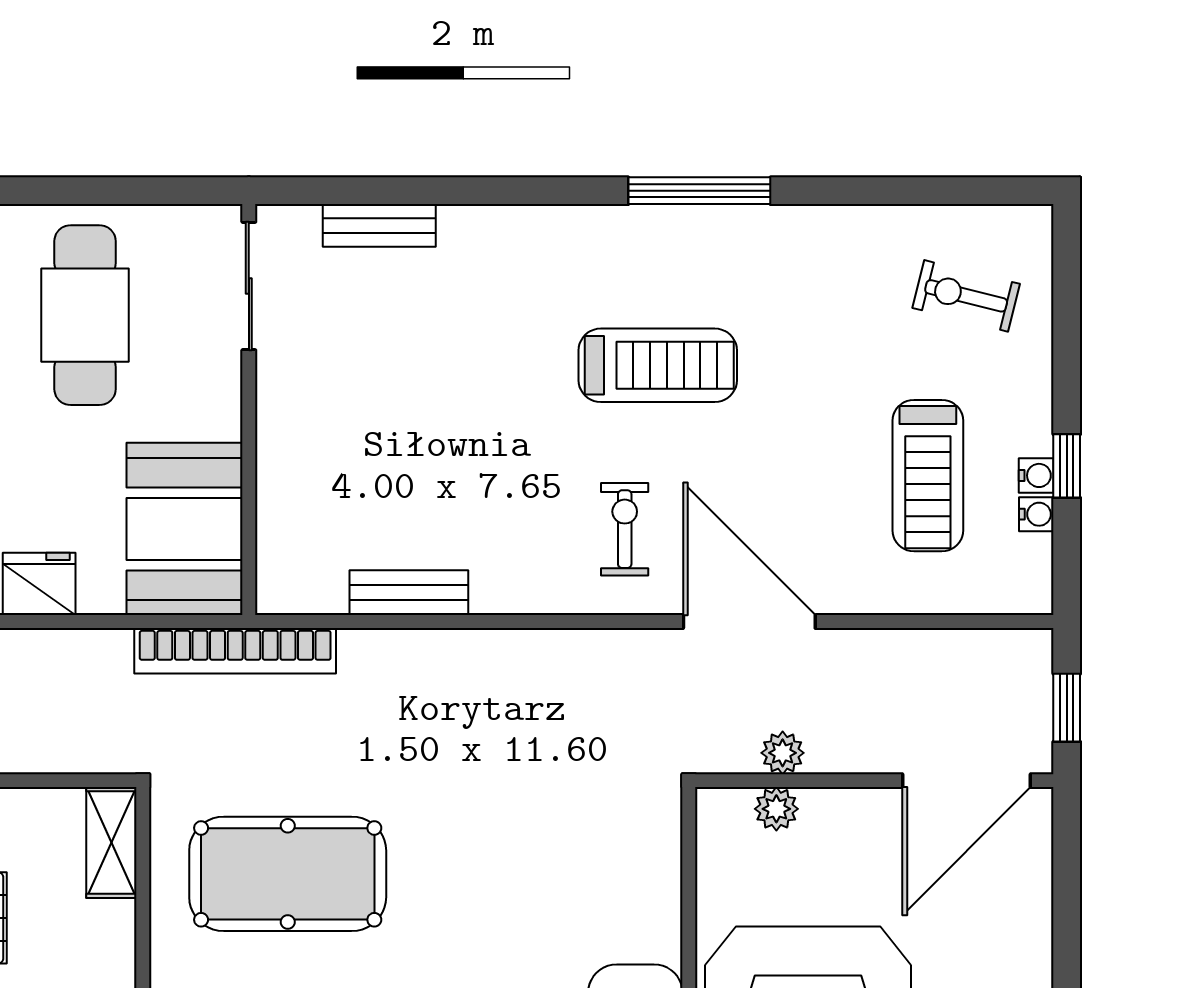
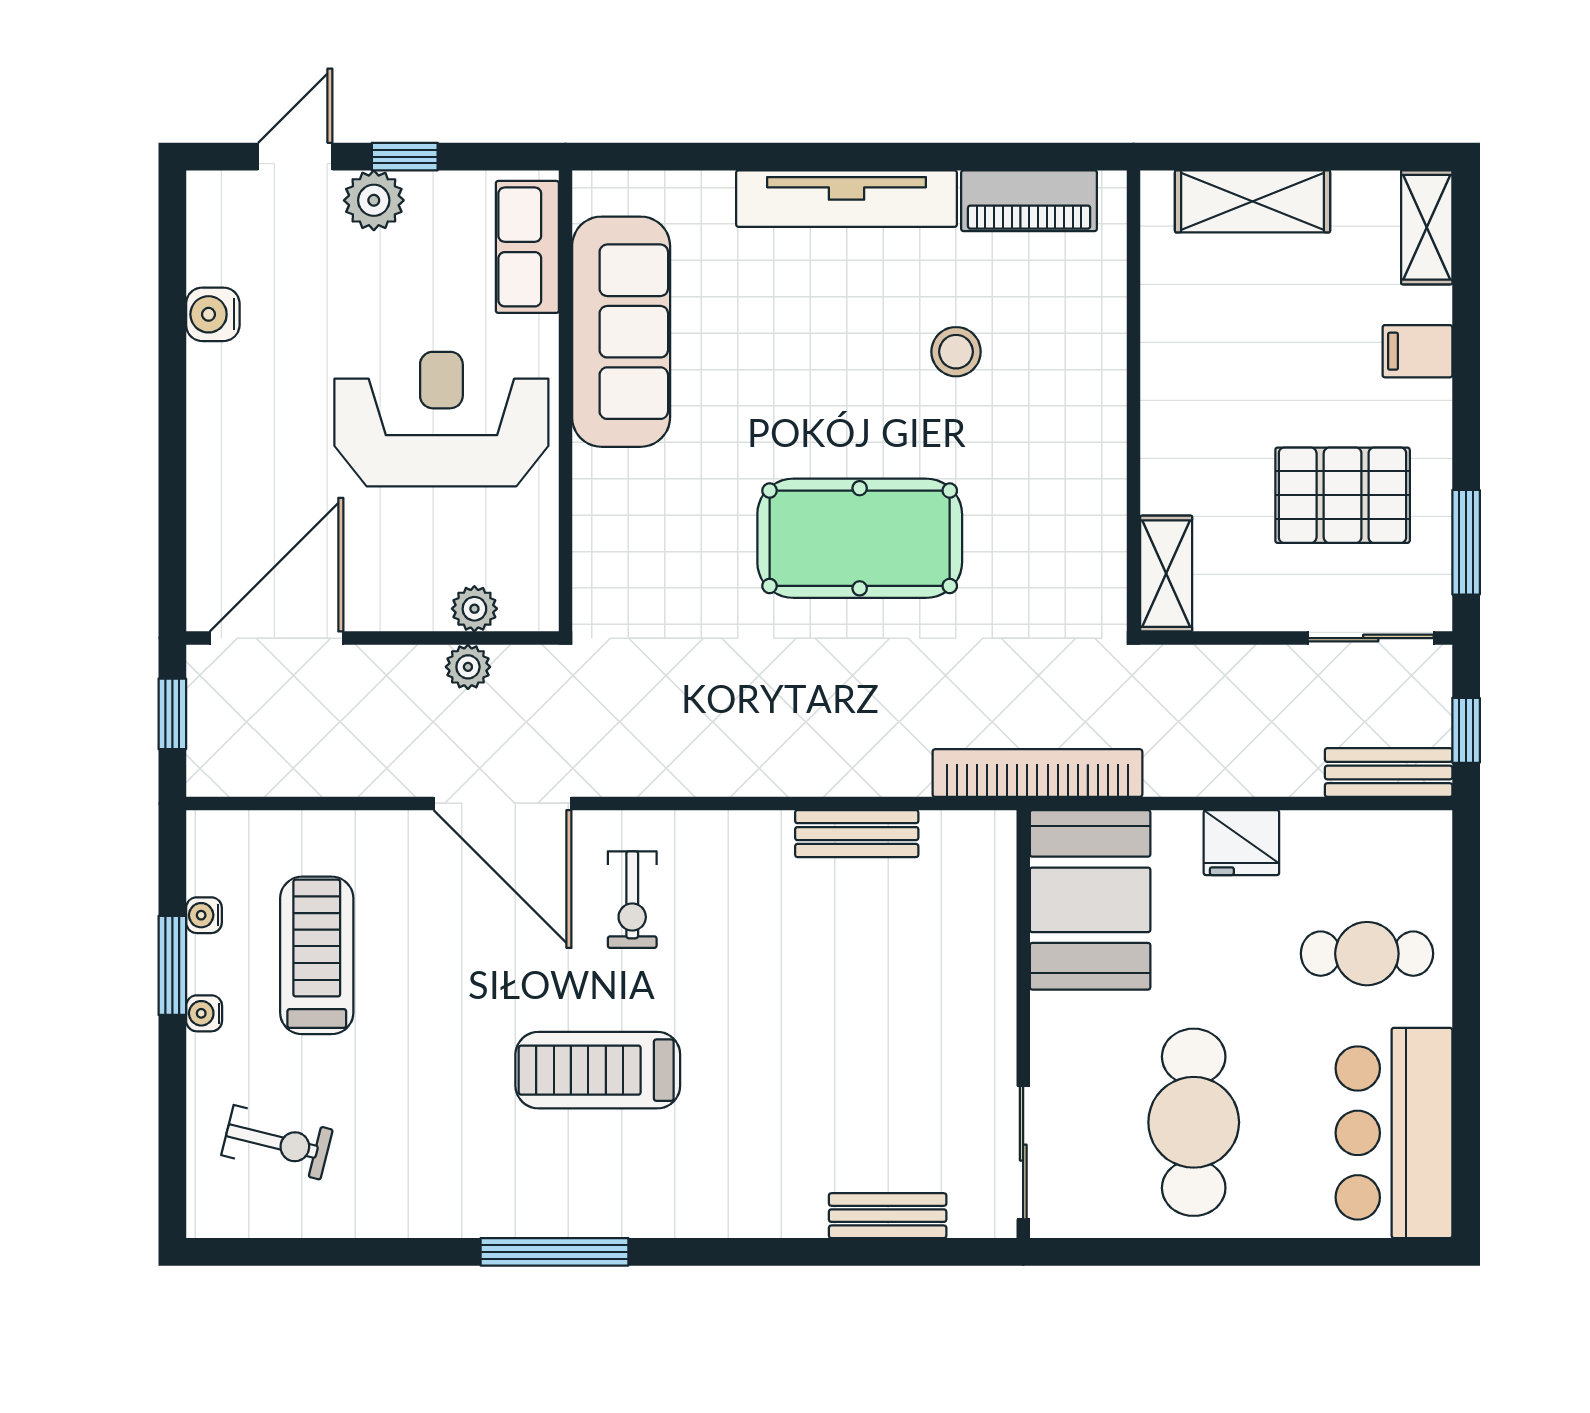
window: (1067, 466) -> (172, 965), width x1.50
water cooler: (1036, 475) -> (204, 1013), moved
pool table: (288, 874) -> (860, 538), moved

